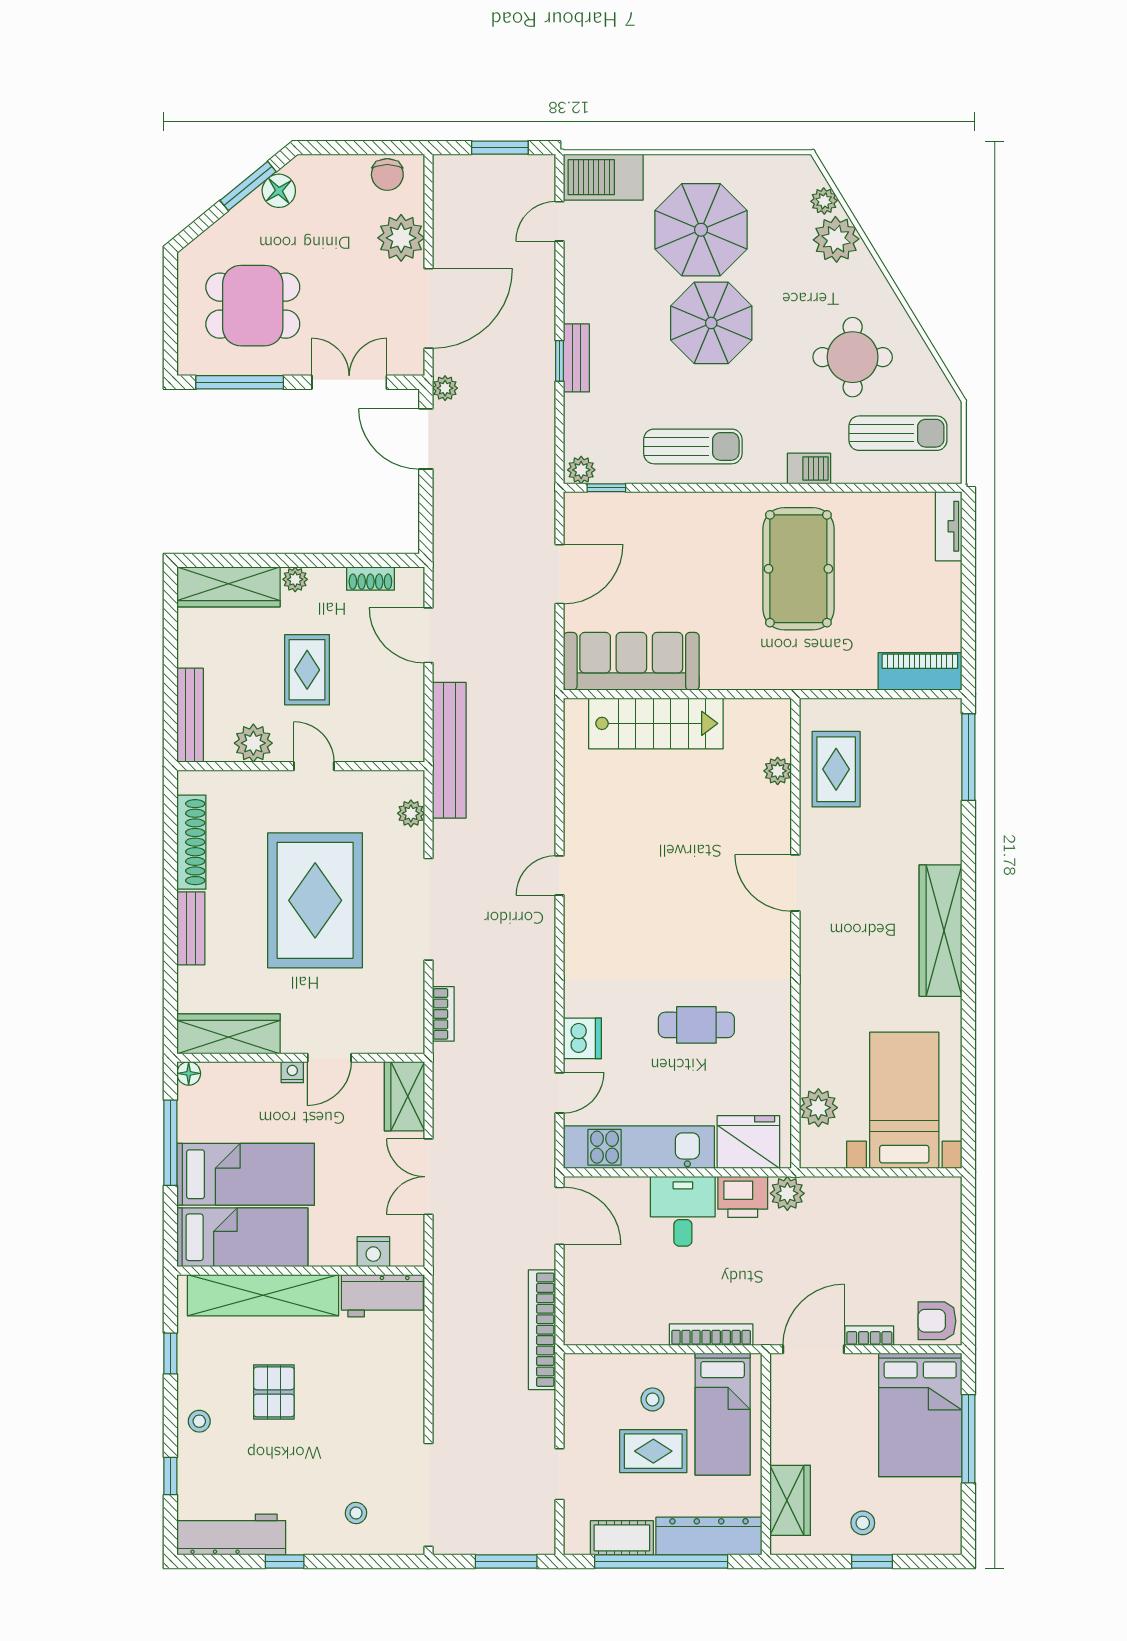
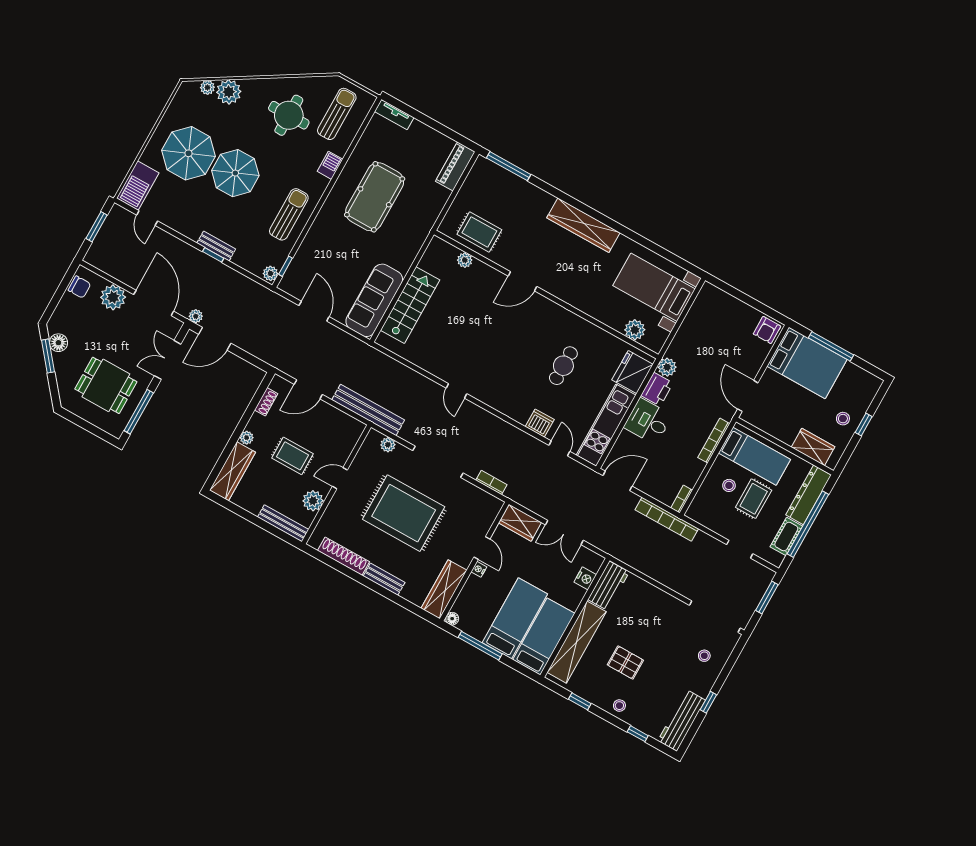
dining table: (253, 306) -> (106, 385), turned 90
pool table: (798, 569) -> (375, 197), turned 90
bookcase: (869, 1336) -> (682, 499), moved

